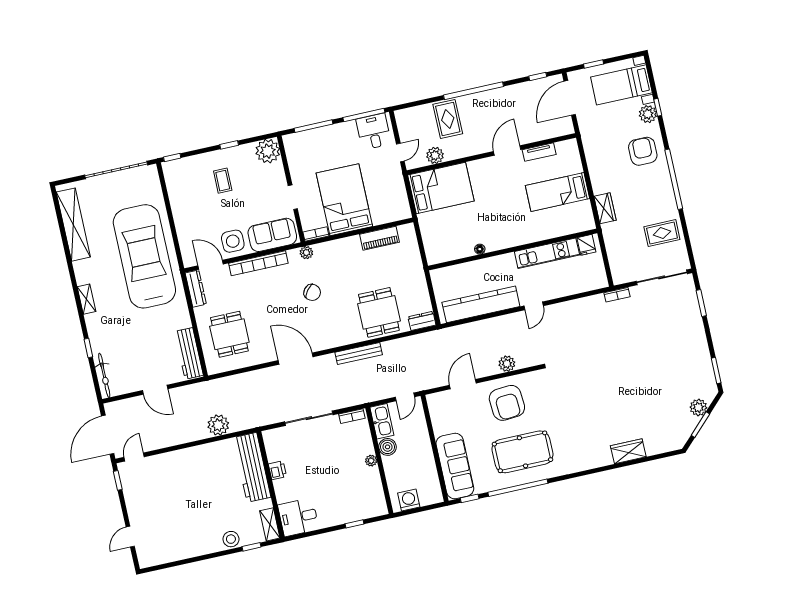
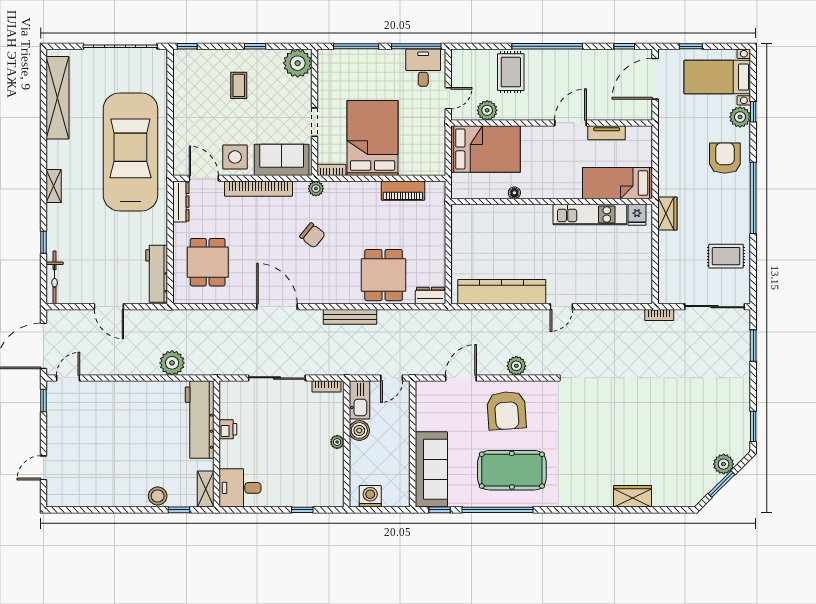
fridge: (586, 245) -> (637, 215), moved
floor lamp: (480, 249) -> (514, 193), moved
wall: (513, 249) -> (552, 201), moved
kitchen unit: (547, 253) -> (590, 214), moved

